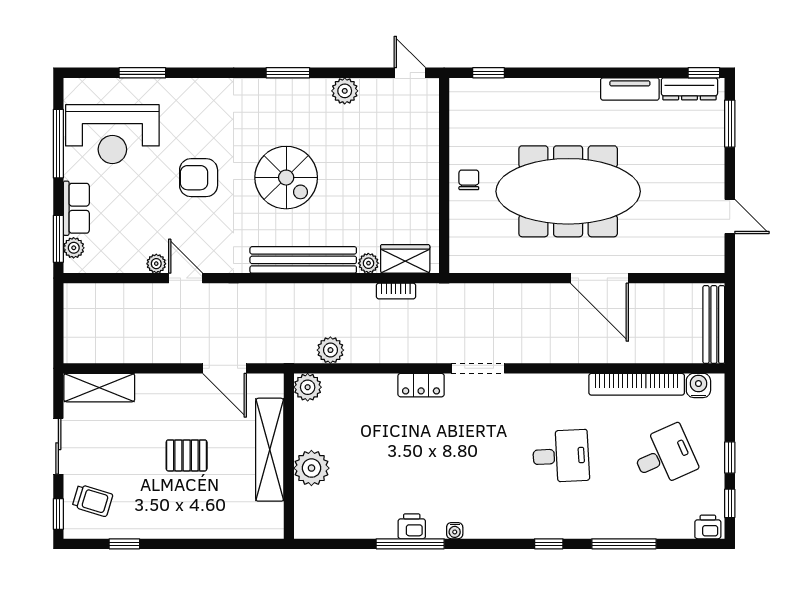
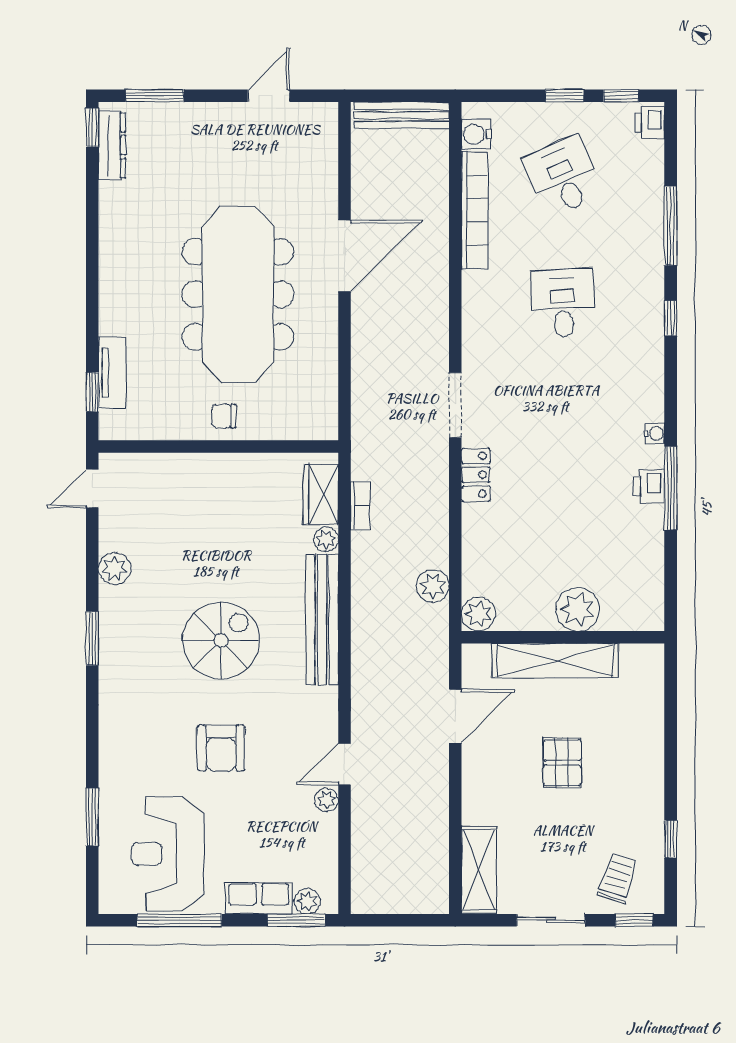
tv unit: (630, 89) -> (112, 373), moved
reception desk: (112, 134) -> (168, 854), turned 180

